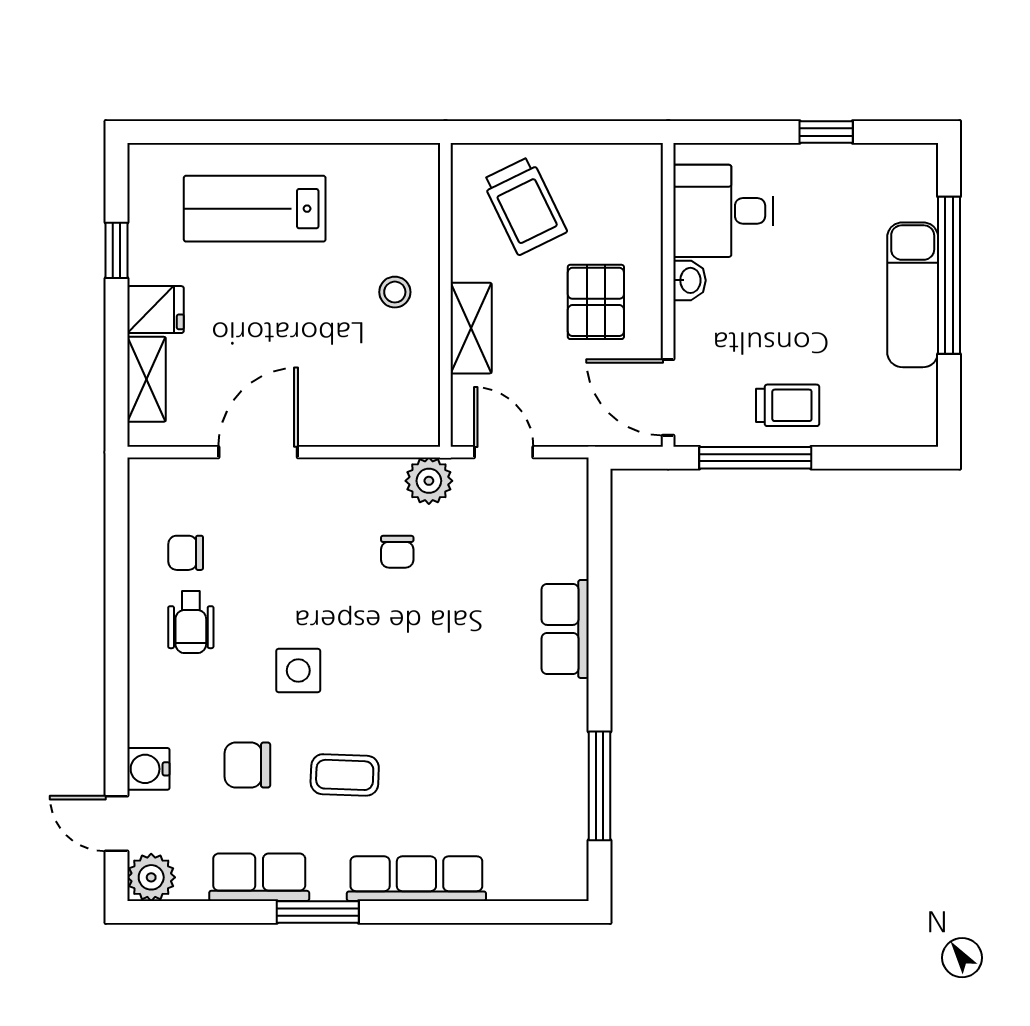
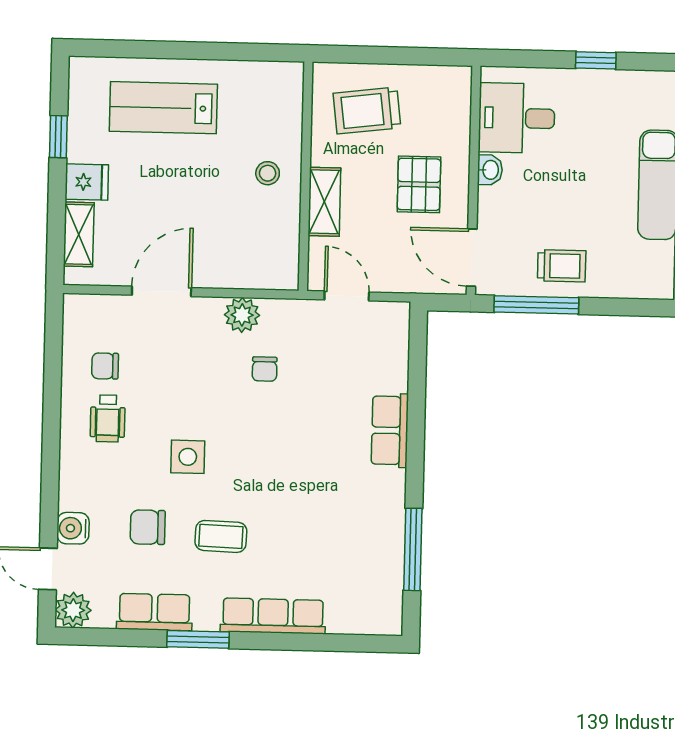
trolley: (525, 206) -> (367, 111), turned 109
plant: (429, 481) -> (242, 315), moved

